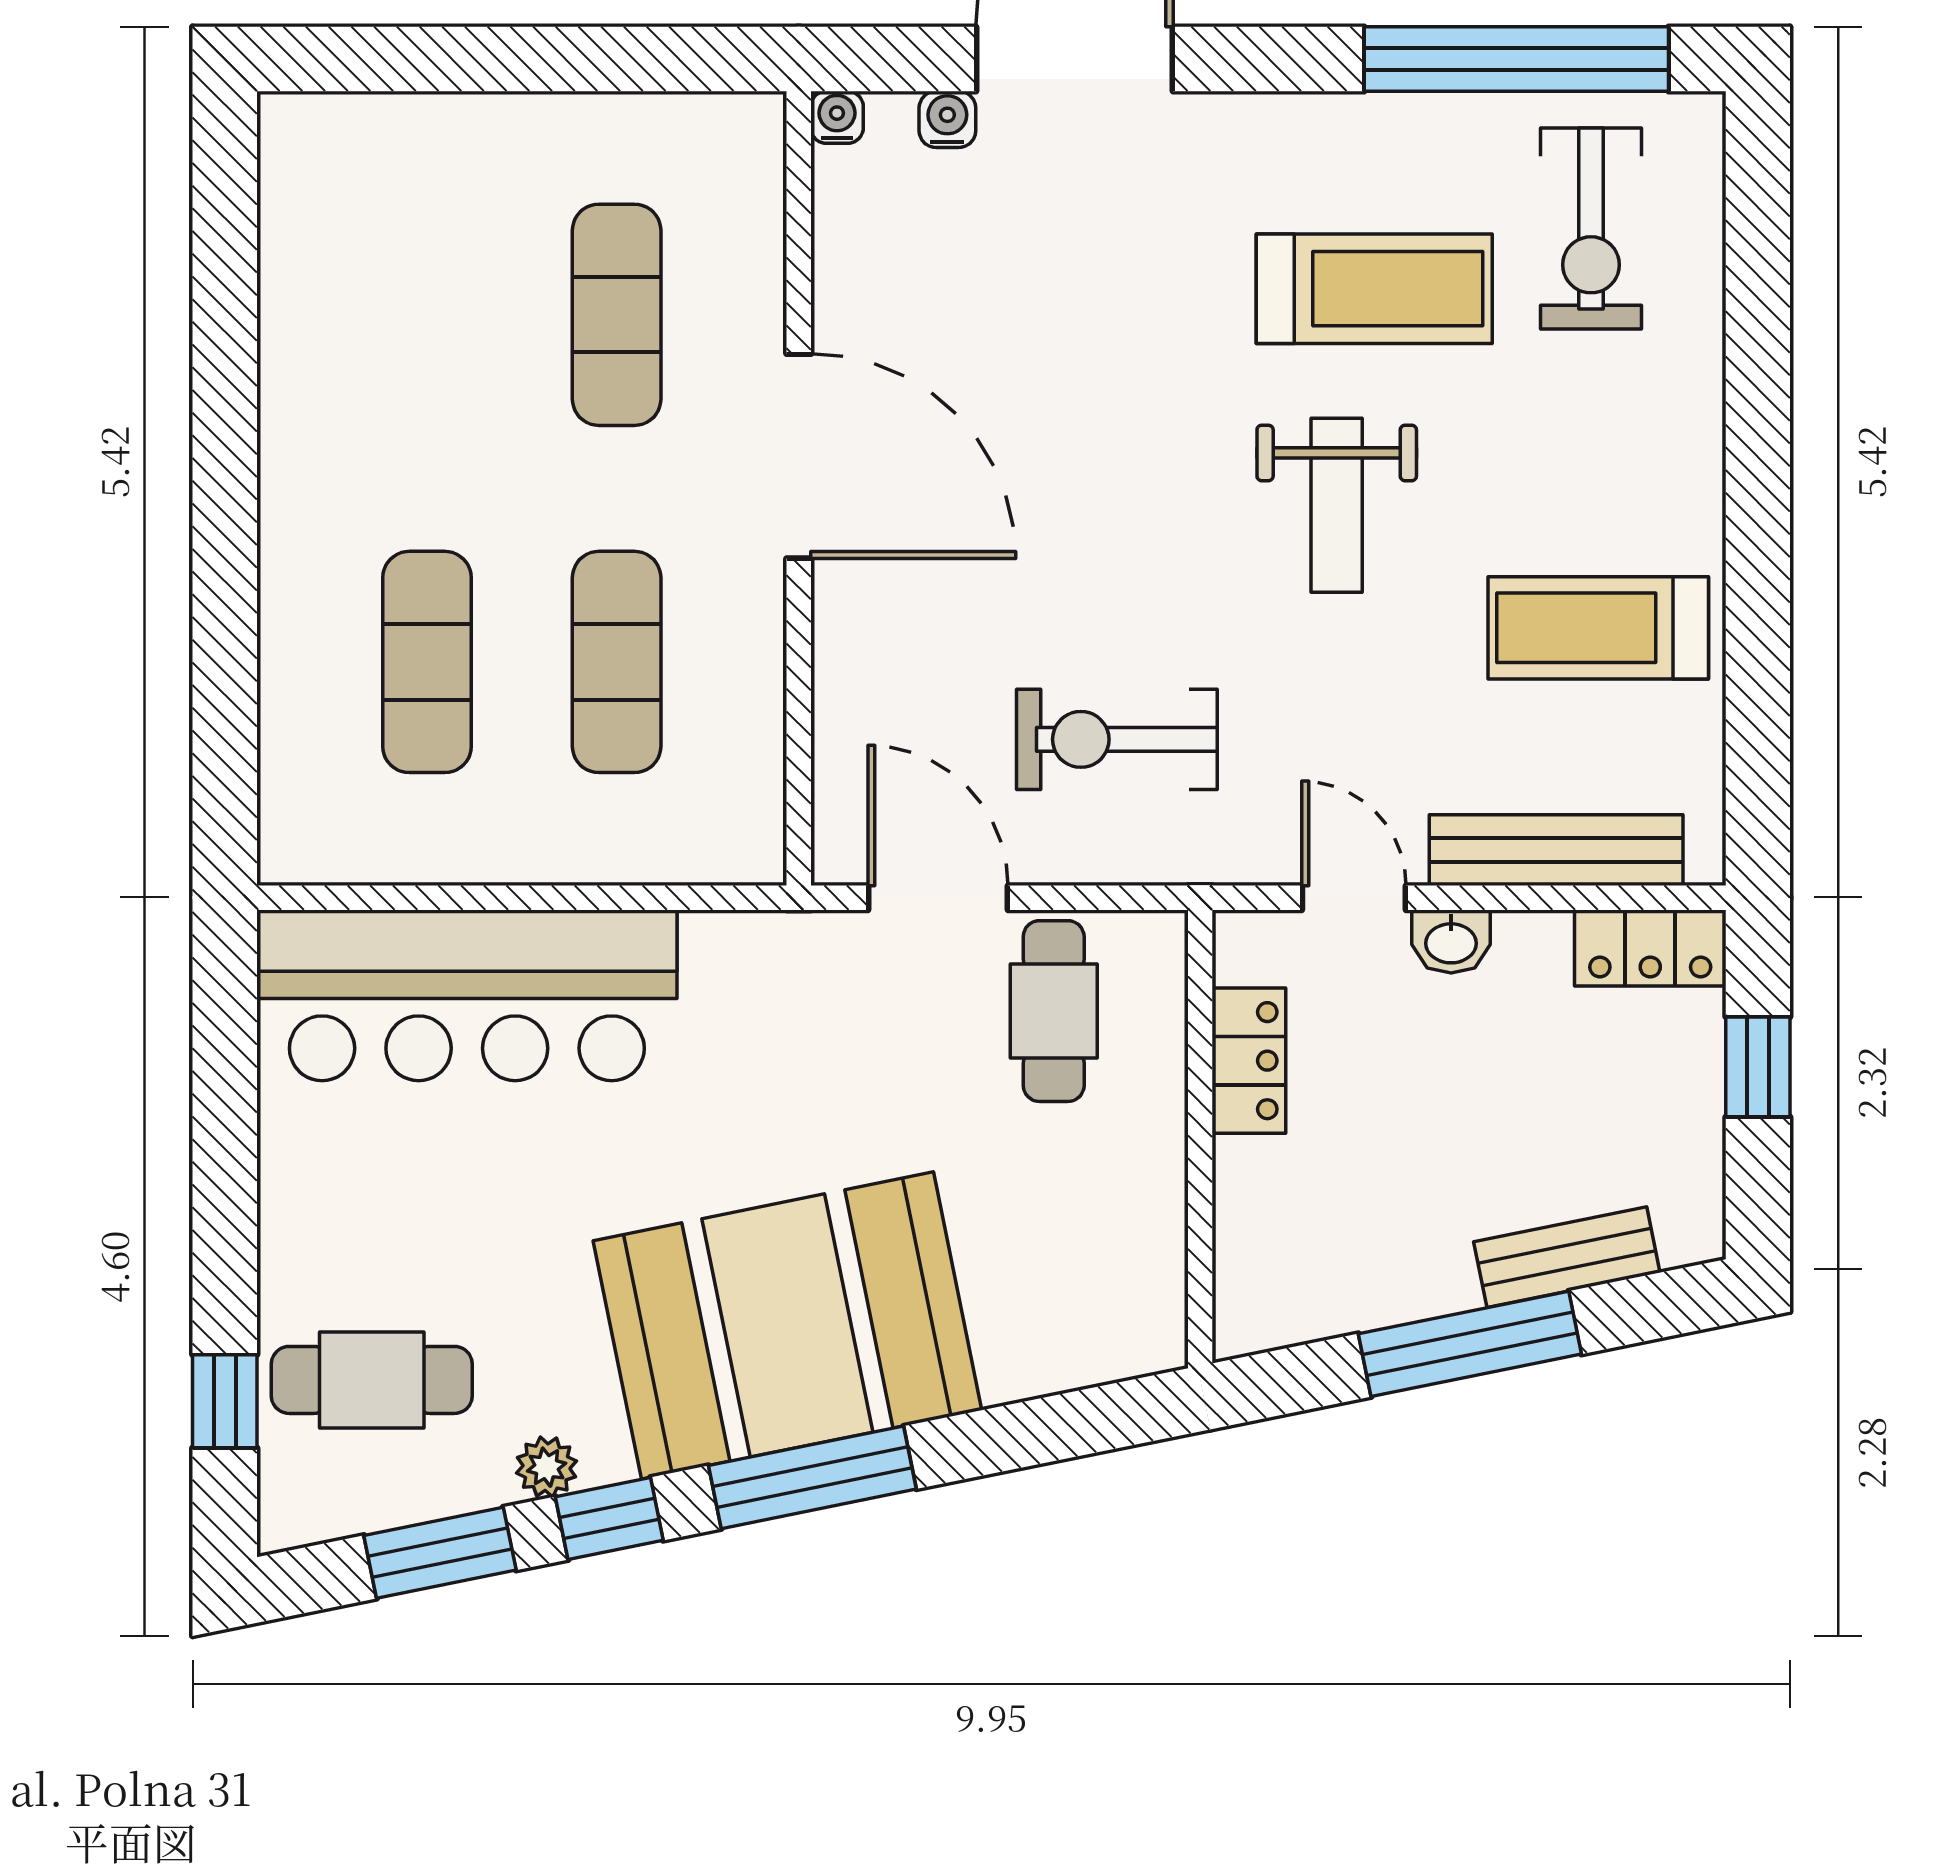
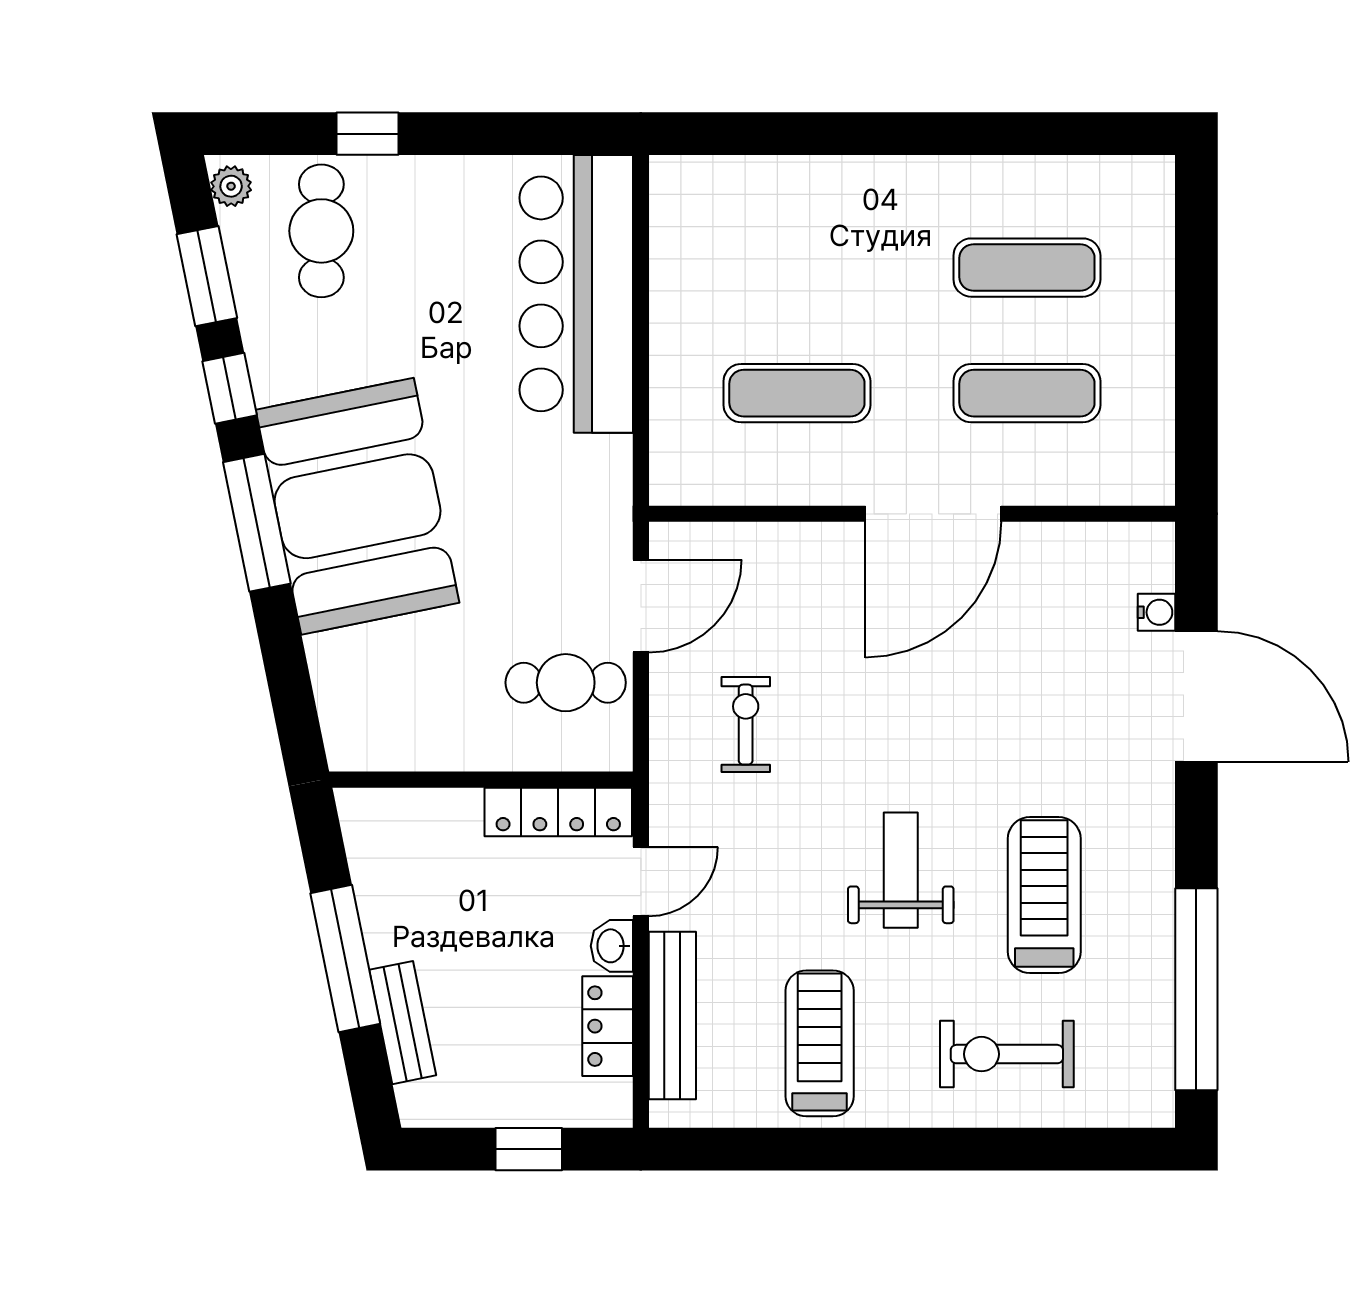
water cooler: (837, 117) -> (1158, 539), removed
exercise bike: (1591, 229) -> (1007, 1054), moved
treadmill: (1374, 289) -> (1044, 895), turned 180
weight bench: (1337, 505) -> (901, 870), turned 90
exercise mat: (427, 662) -> (1027, 268), moved
exercise bike: (1117, 739) -> (746, 725), width x0.73, depth x0.72
locker: (1650, 948) -> (608, 1026), moved
locker: (1249, 1061) -> (558, 812), width x1.53
window: (225, 1401) -> (368, 134), moved
plant: (547, 1467) -> (231, 186), moved

